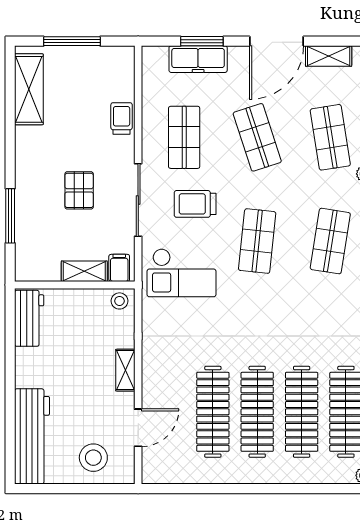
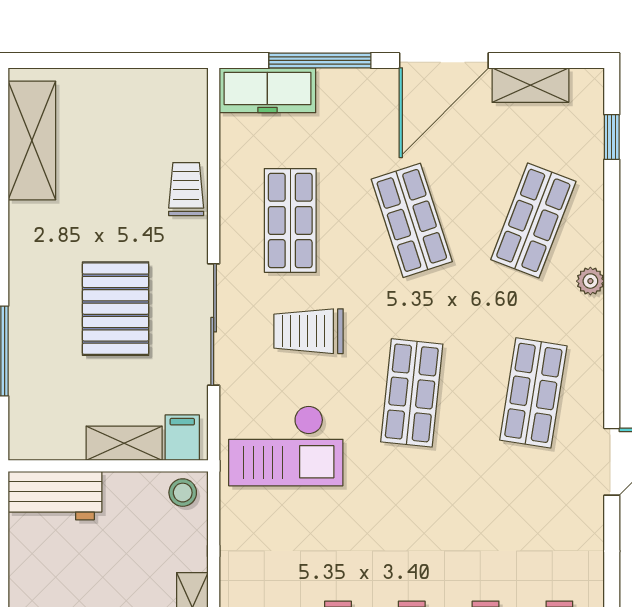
window: (72, 41) -> (104, 60), removed
window: (202, 41) -> (320, 60), width x1.44
freezer: (198, 59) -> (267, 90), moved
shop shelf: (330, 137) -> (533, 220), turned 30
pallet: (79, 190) -> (116, 309), width x1.50, depth x1.42
workbench: (29, 318) -> (55, 496), moved, turned 90

